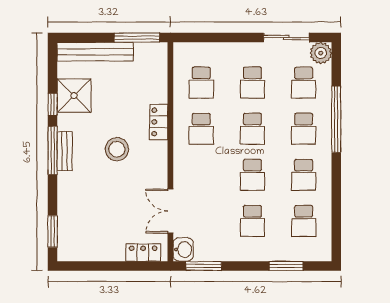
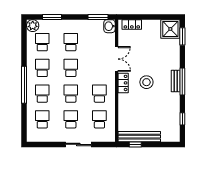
window: (137, 38) -> (135, 144), width x0.46
sliding door: (286, 38) -> (78, 144), moved
bench: (95, 52) -> (139, 137), moved
plant: (321, 53) -> (33, 26), moved
shower: (74, 96) -> (170, 29), moved
window: (53, 104) -> (182, 119), moved
window: (336, 119) -> (24, 85), moved
locker: (159, 122) -> (123, 83), moved
double door: (170, 211) -> (117, 59), moved

